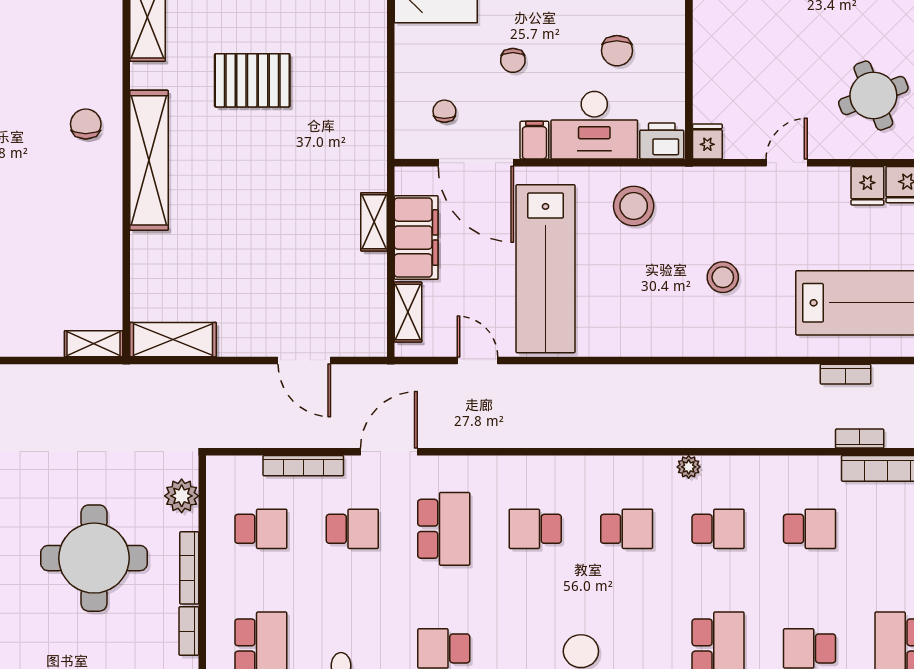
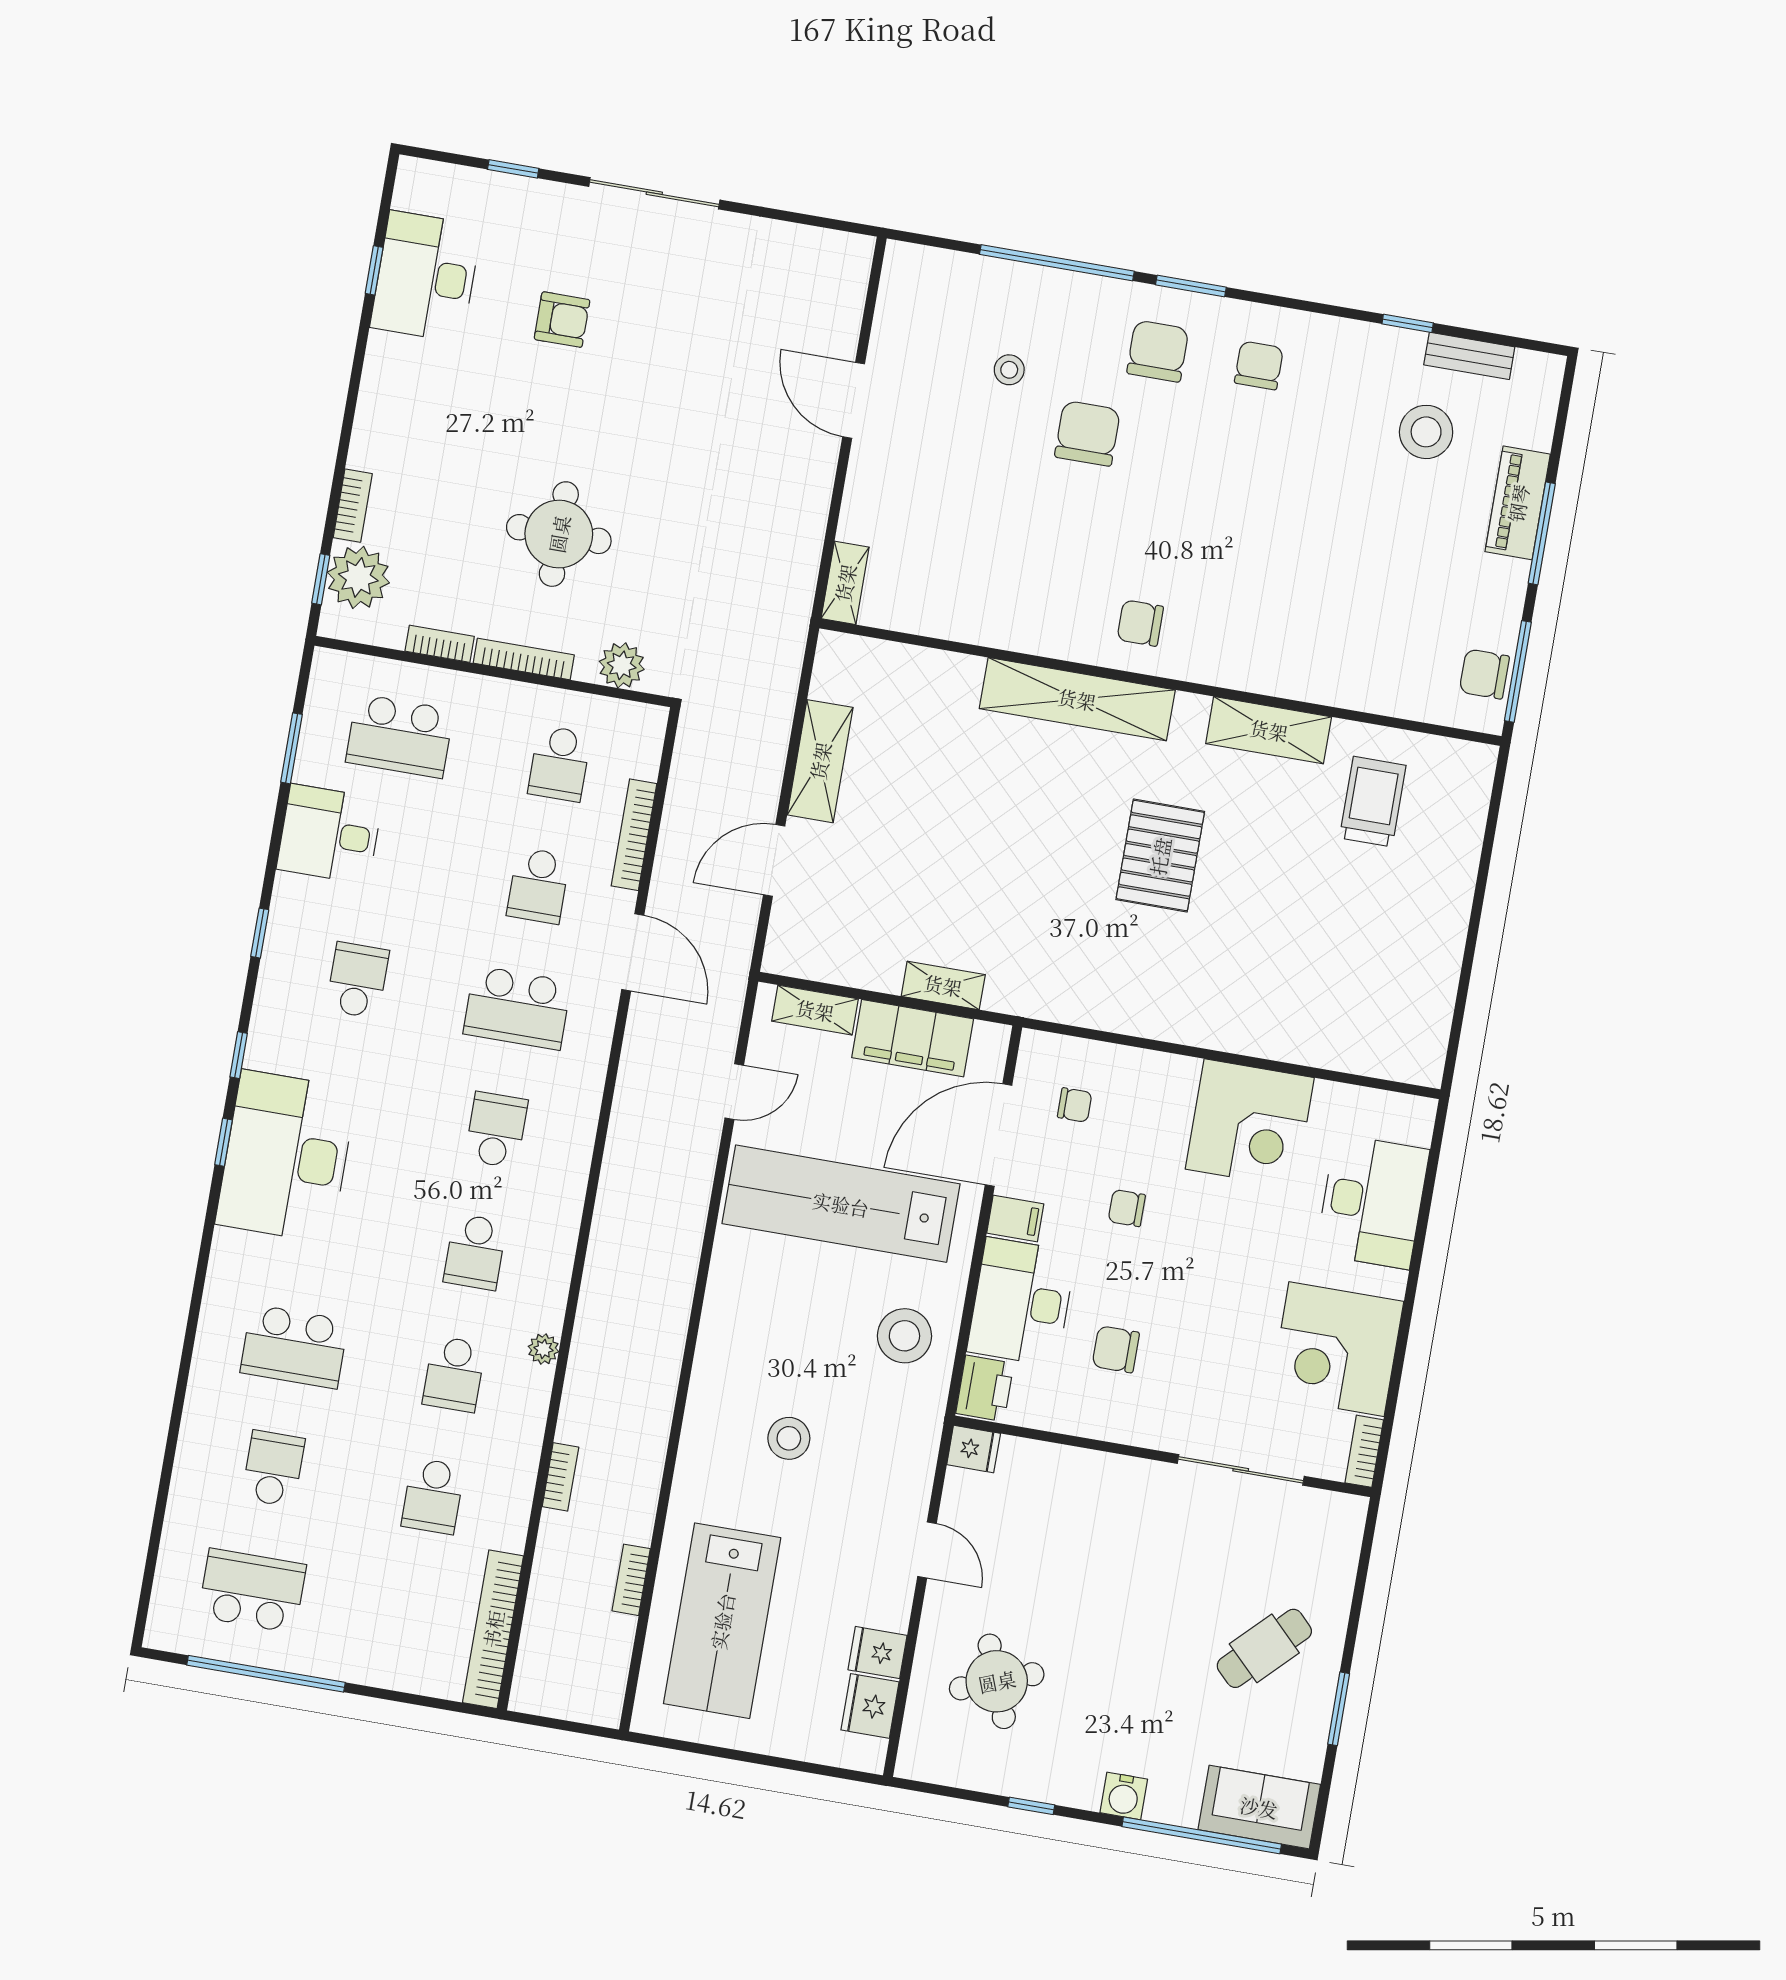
chair: (86, 124) -> (1140, 623), turned 180
shelving: (173, 340) -> (820, 761), moved
bookcase: (860, 438) -> (560, 1477), moved
round table: (94, 558) -> (559, 534), width x0.73, depth x0.73

